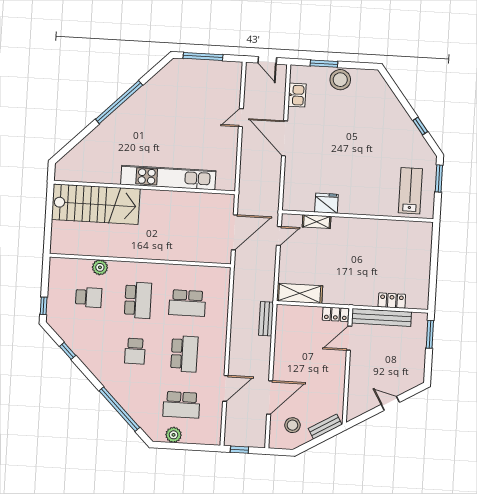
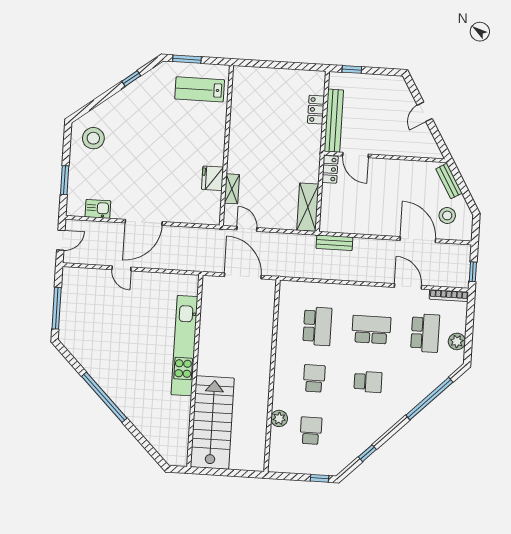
stool: (340, 80) -> (93, 138), moved
school desk: (138, 300) -> (314, 378), width x0.54
window: (430, 334) -> (352, 69), width x0.67
bookcase: (217, 427) -> (449, 295), added

